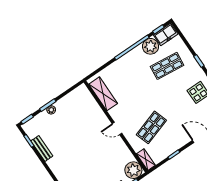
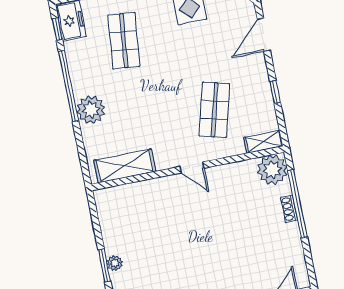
plant: (151, 46) -> (91, 110), moved
shop shelf: (151, 127) -> (214, 110), turned 33
door: (117, 129) -> (192, 167), hinge flipped

